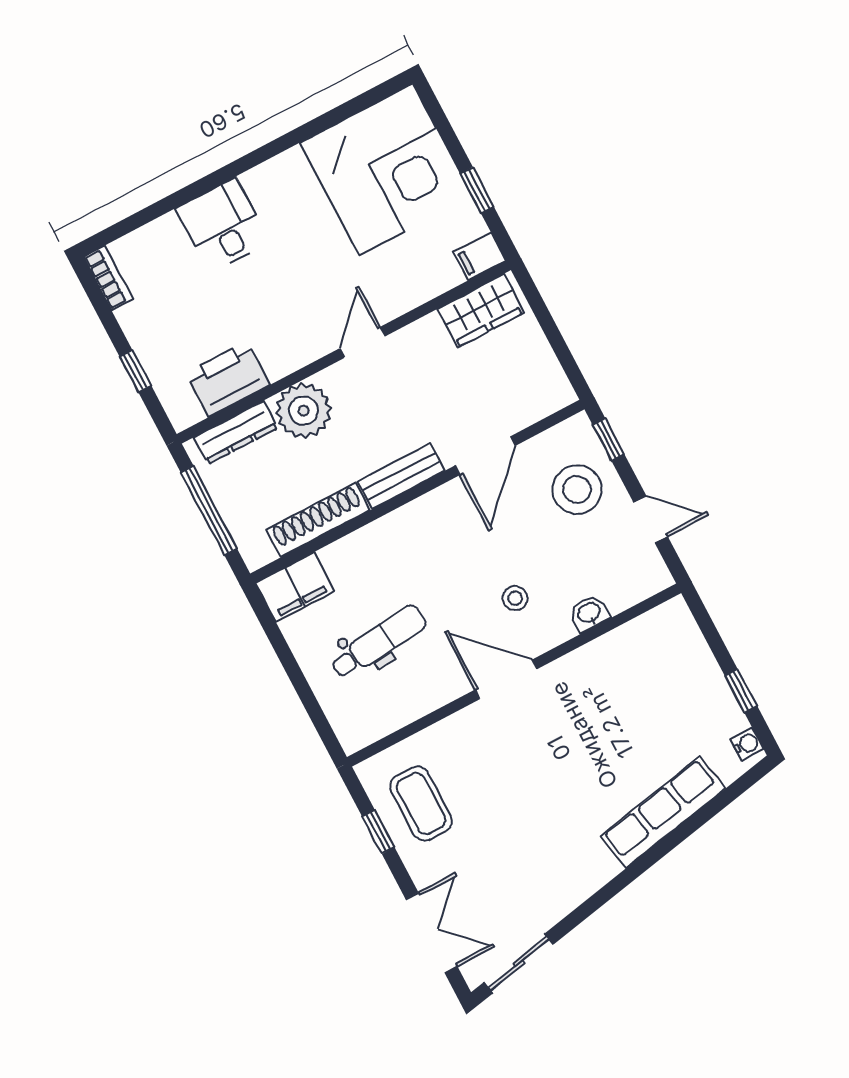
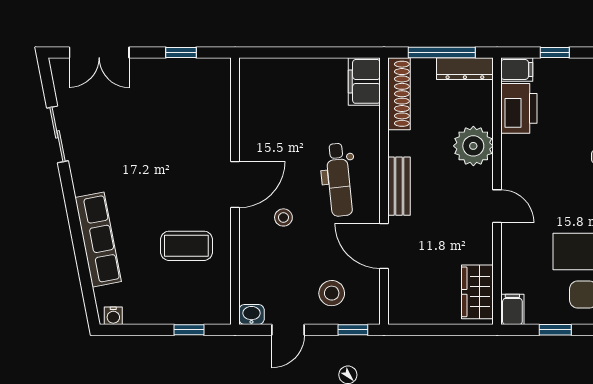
filing cabinet: (181, 407) -> (517, 69), added
dresser: (236, 432) -> (465, 69), moved, turned -90
stool: (577, 490) -> (332, 293), width x0.73, depth x0.73
shoe rack: (318, 520) -> (399, 94), moved
washbasin: (589, 613) -> (251, 314), moved, turned -90
dental chair: (378, 642) -> (339, 180), moved
window: (741, 691) -> (189, 330), moved
coffee table: (421, 804) -> (186, 246), moved
sliding door: (519, 963) -> (58, 134), moved

